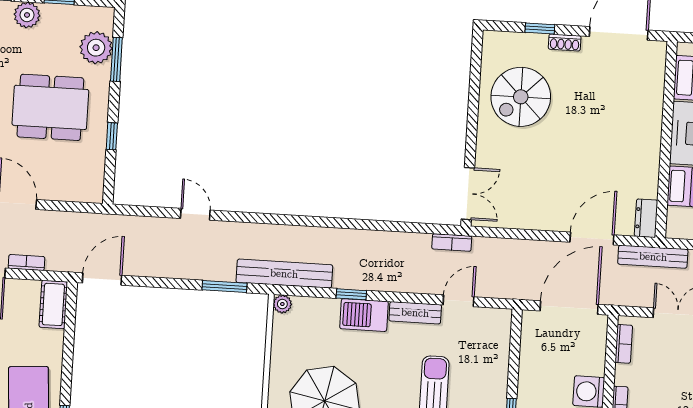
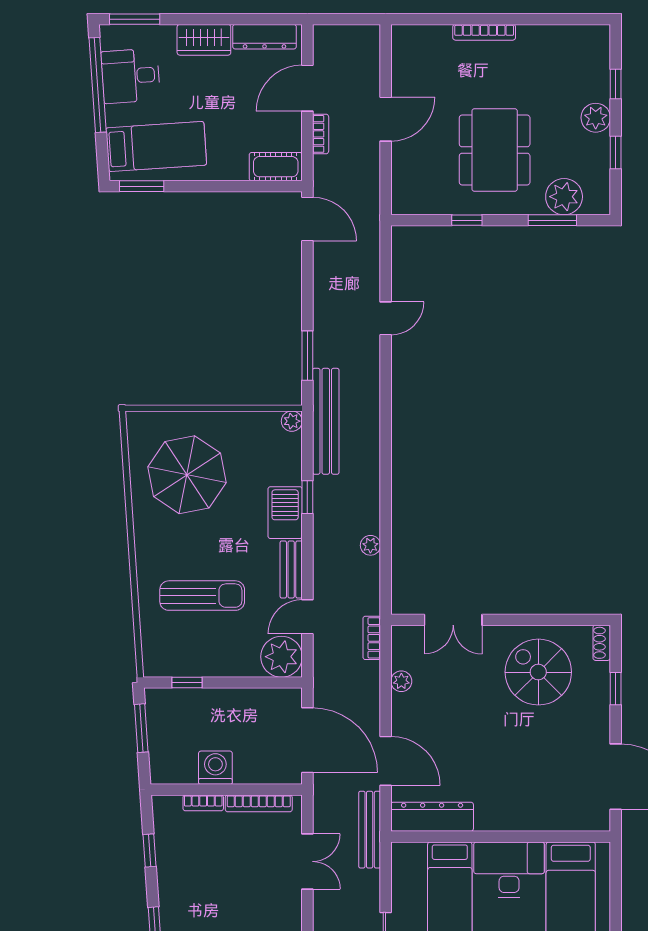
shoe rack: (565, 42) -> (602, 643), moved
double door: (468, 194) -> (453, 620), moved
dresser: (646, 218) -> (432, 817), width x1.96, depth x1.24
plant: (521, 220) -> (401, 681), added
plant: (398, 240) -> (370, 545), added
bookcase: (452, 242) -> (372, 638), moved
door: (459, 301) -> (307, 617), swing flipped
plant: (493, 326) -> (282, 657), added
bookcase: (624, 344) -> (259, 803), width x1.56

